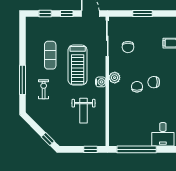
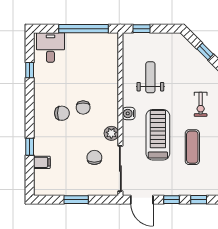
plant: (115, 78) -> (111, 133), moved
window: (48, 139) -> (205, 52), moved

